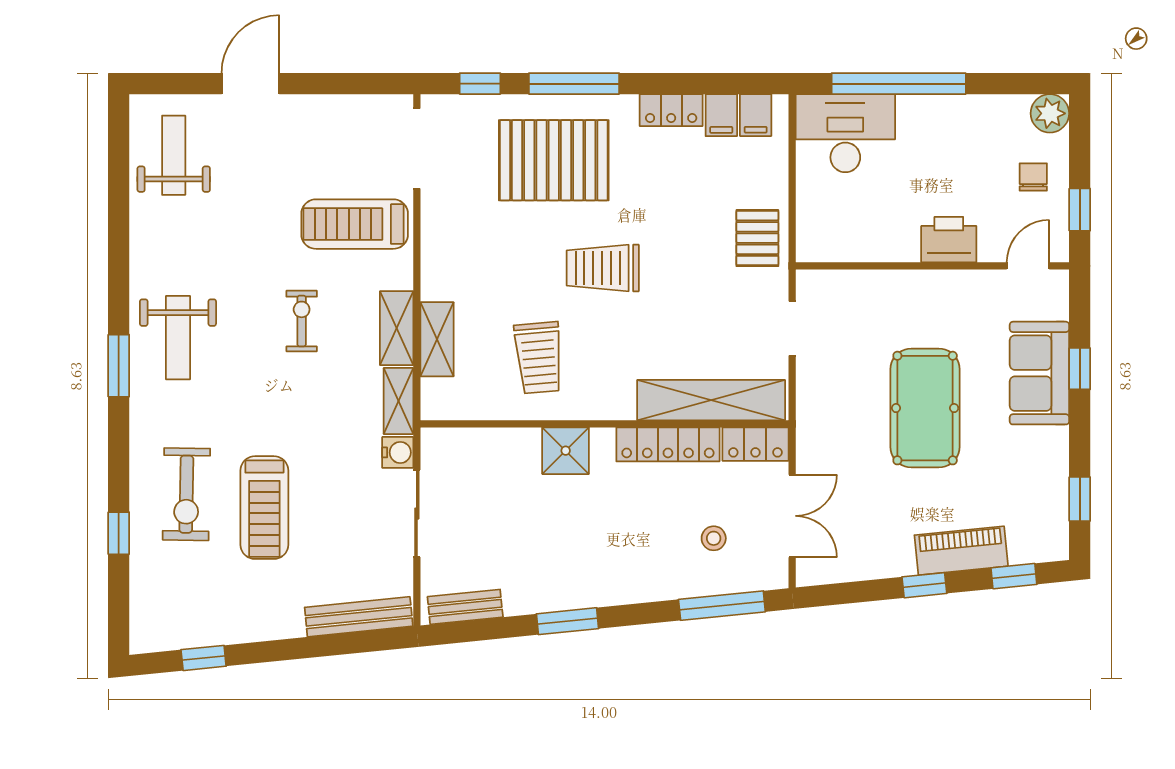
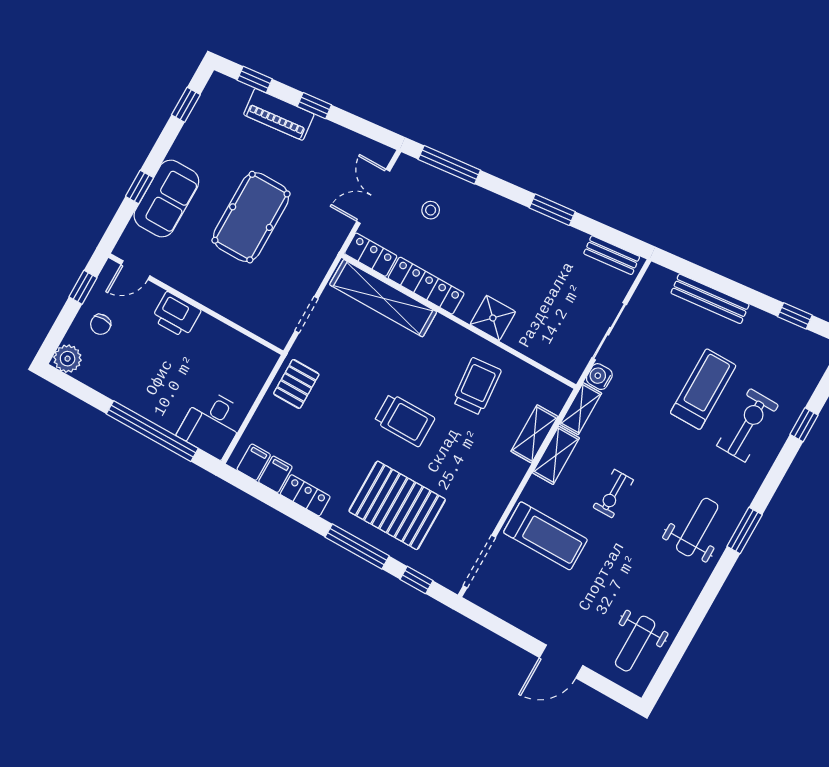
desk: (845, 133) -> (212, 424), width x0.73
bench: (359, 617) -> (710, 299), moved

